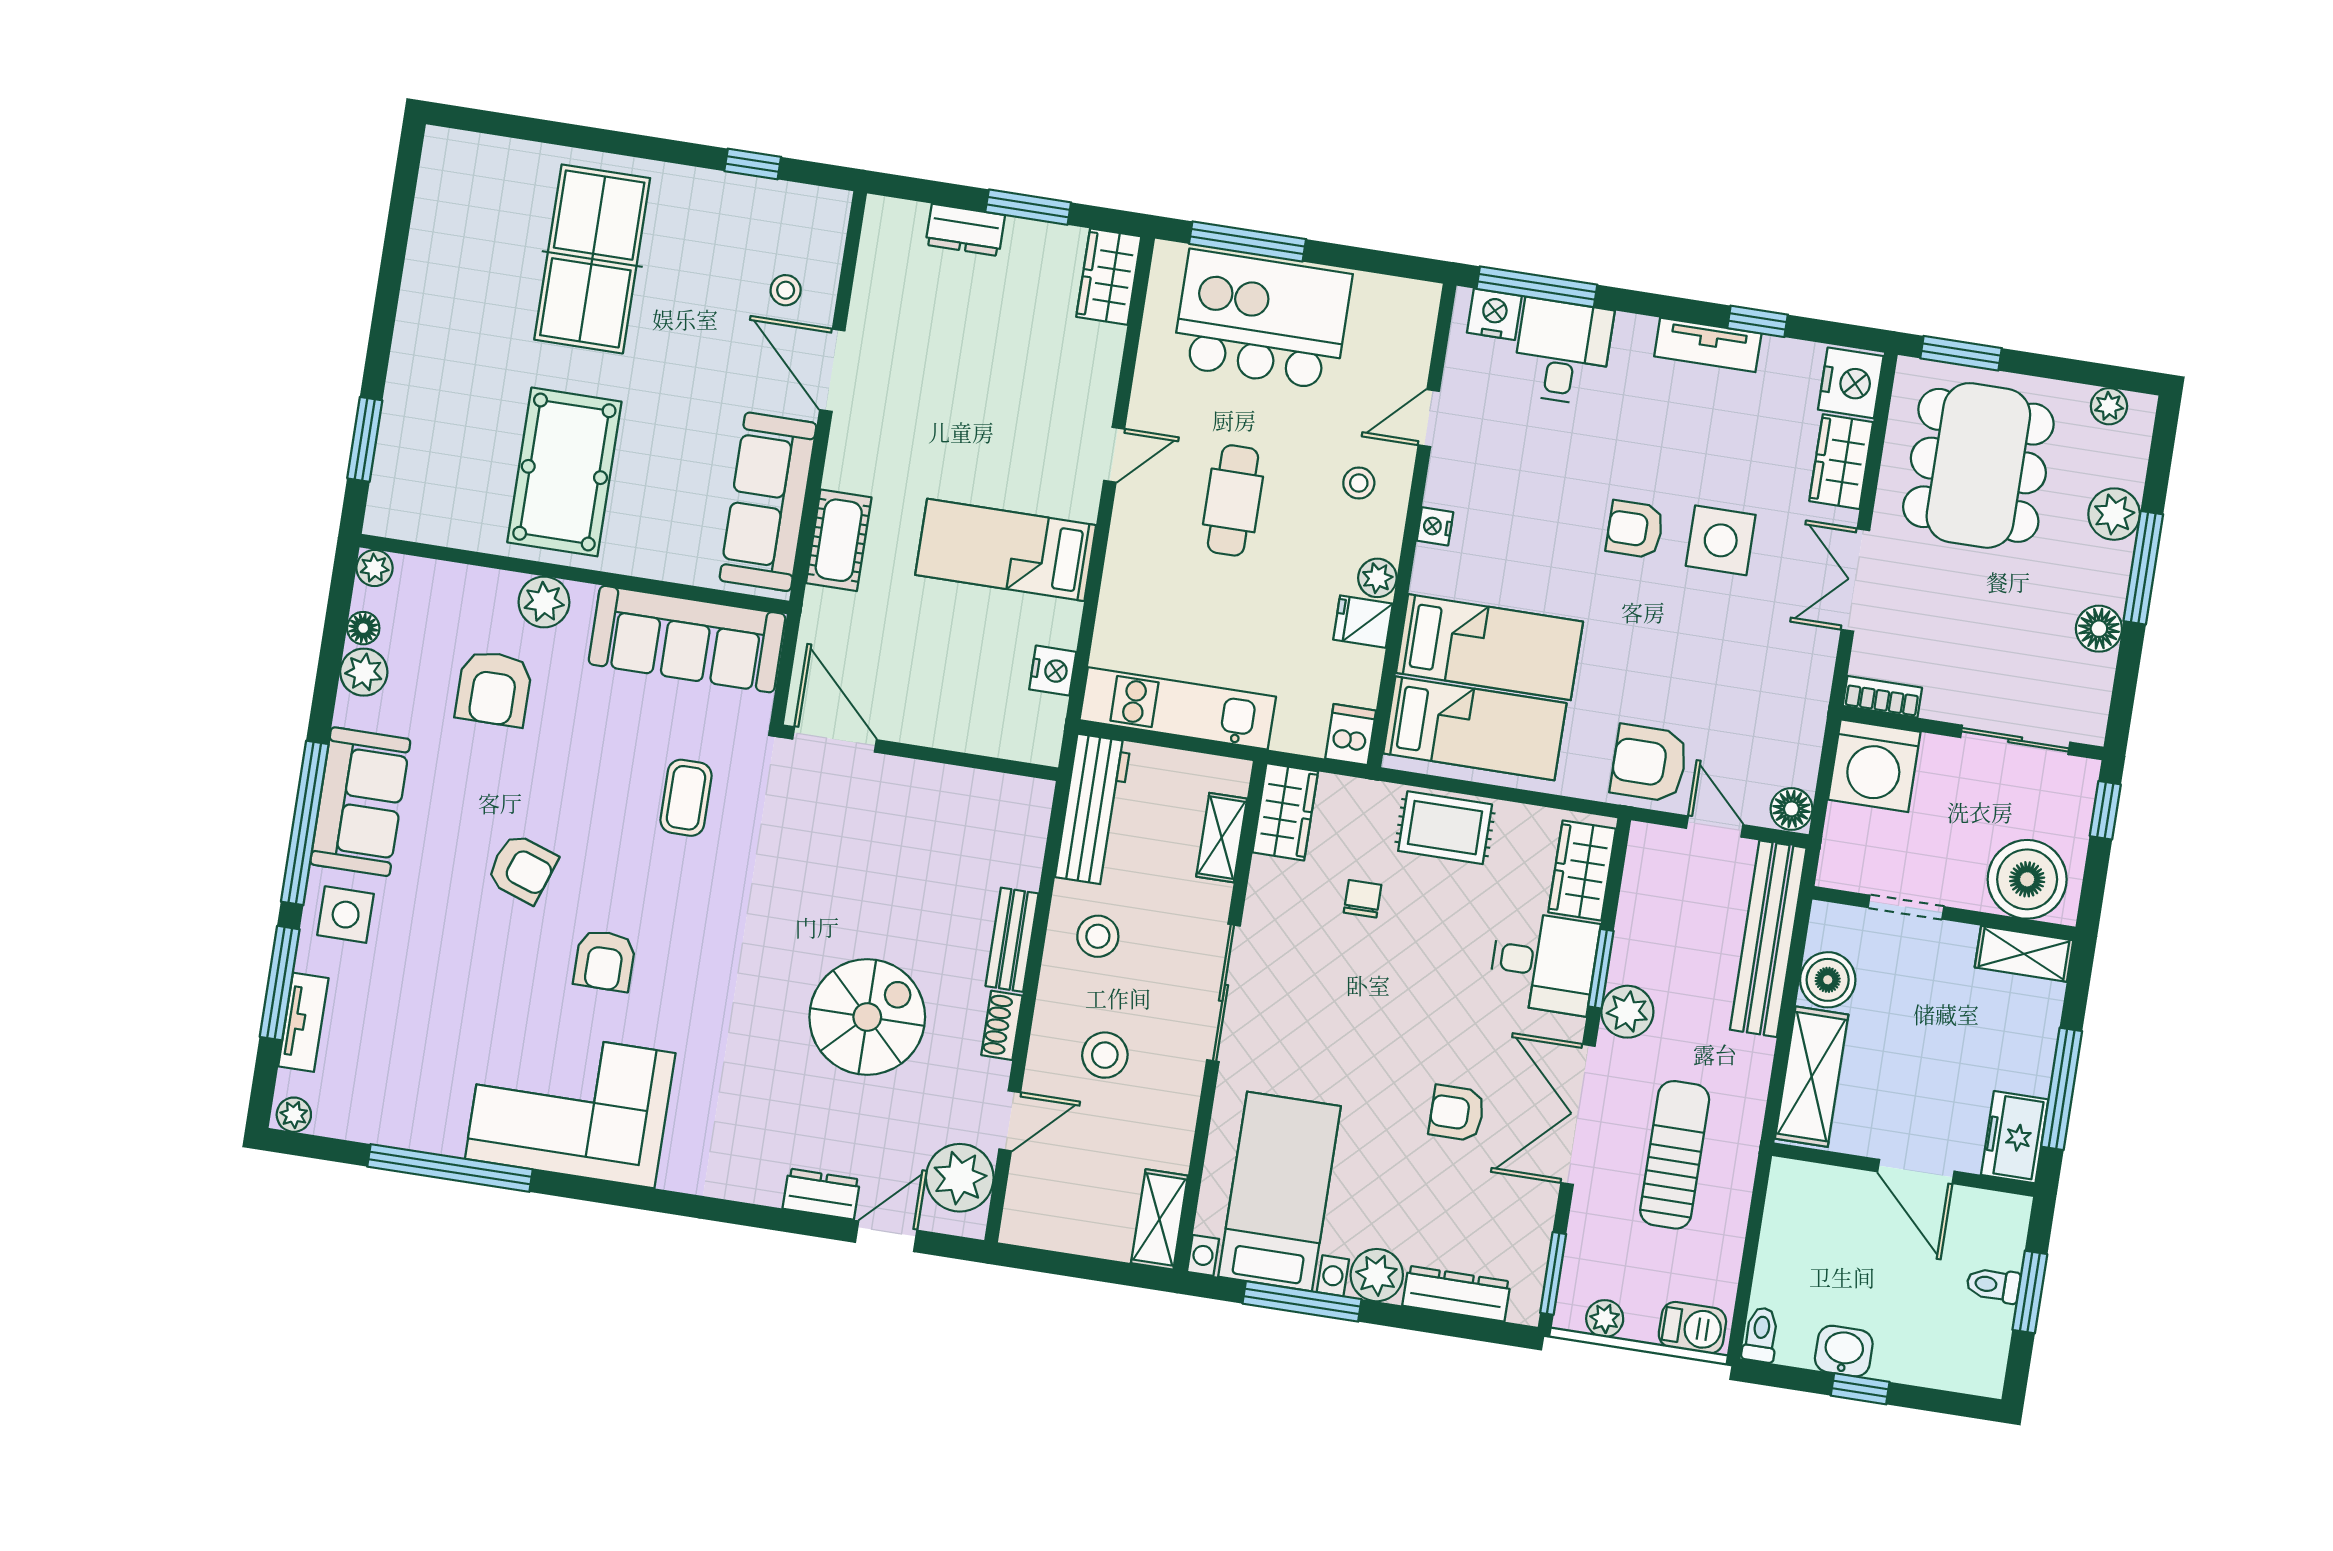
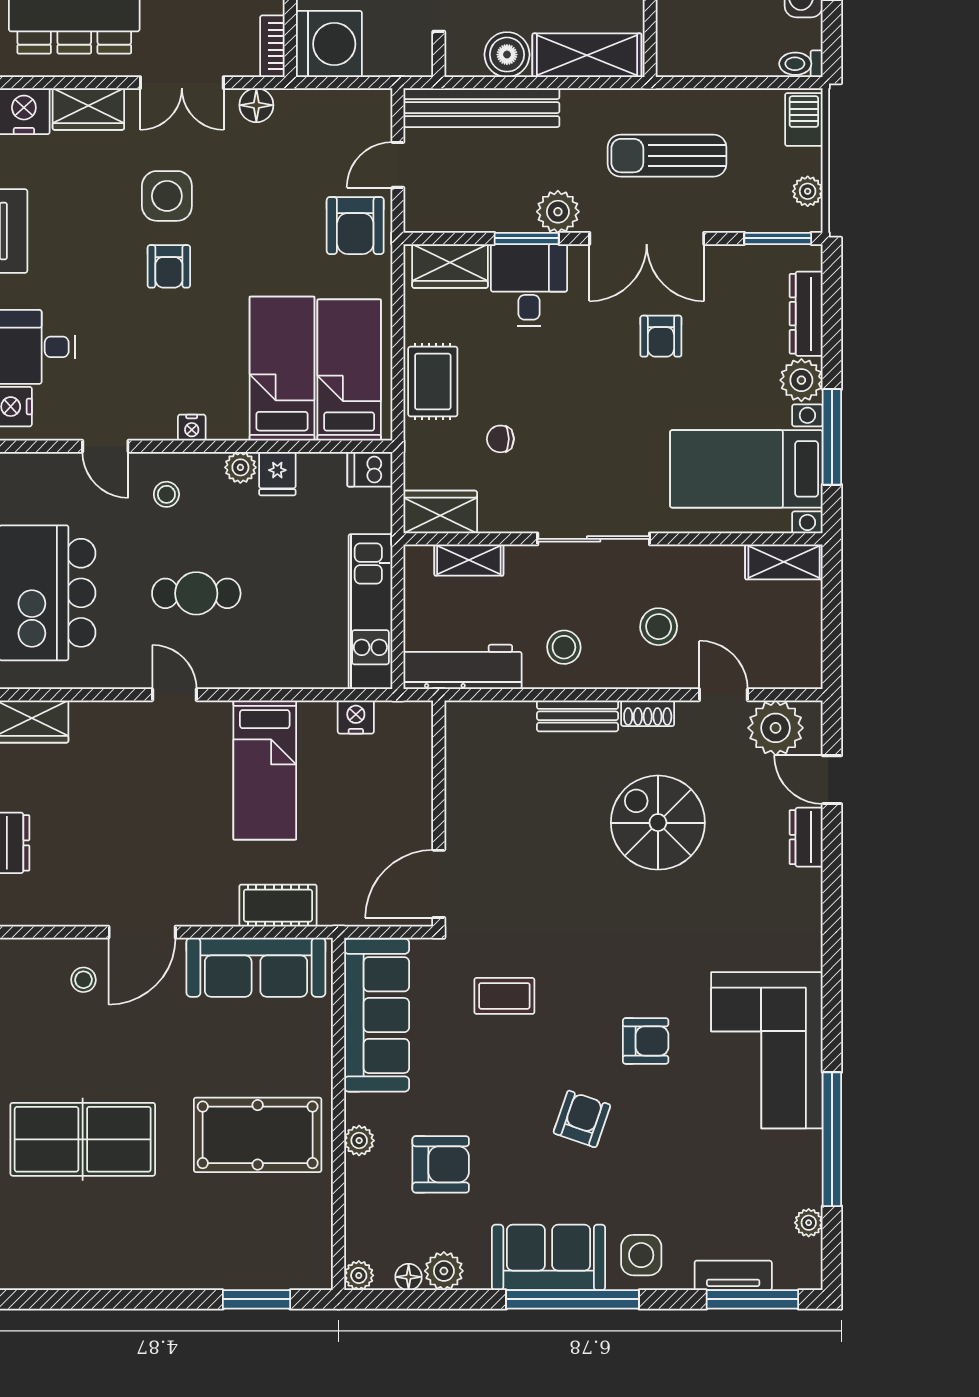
plant: (544, 602) -> (359, 1141), width x0.73, depth x0.73
floor lamp: (1791, 809) -> (256, 105), moved
window: (280, 983) -> (752, 1299), moved
plant: (294, 1115) -> (809, 1223), moved

